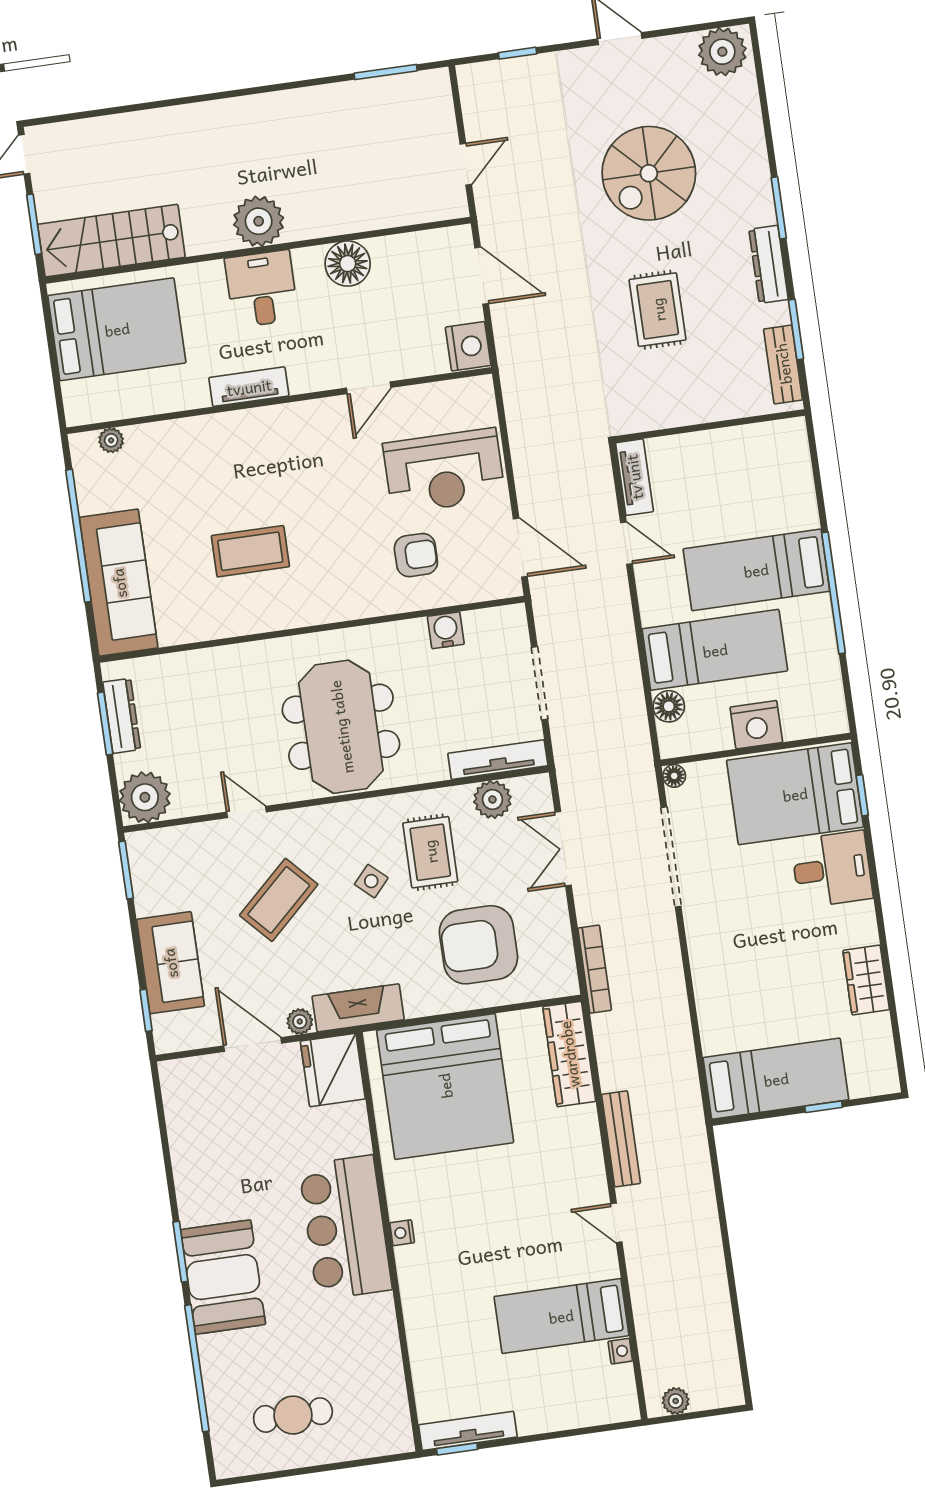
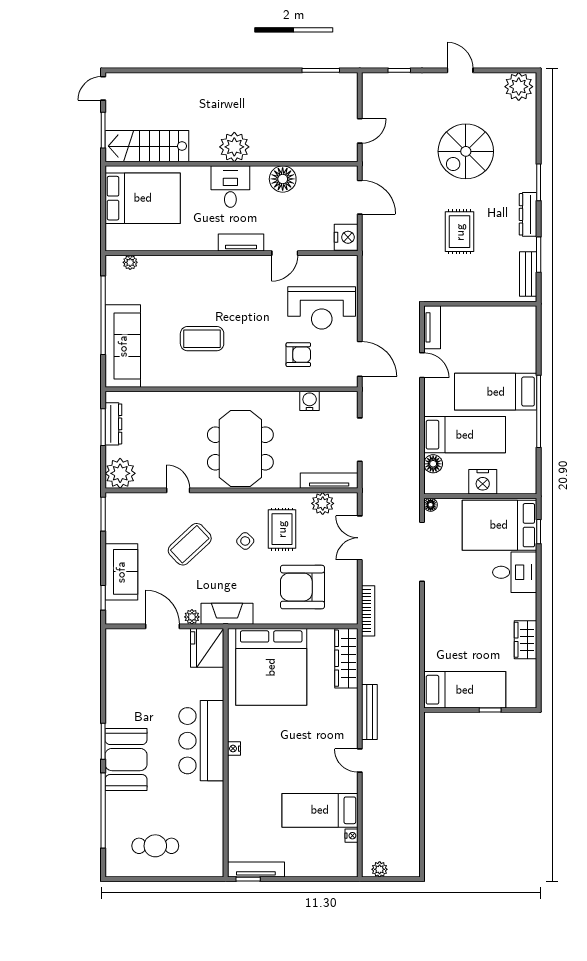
tv unit: (249, 387) -> (241, 243), moved

